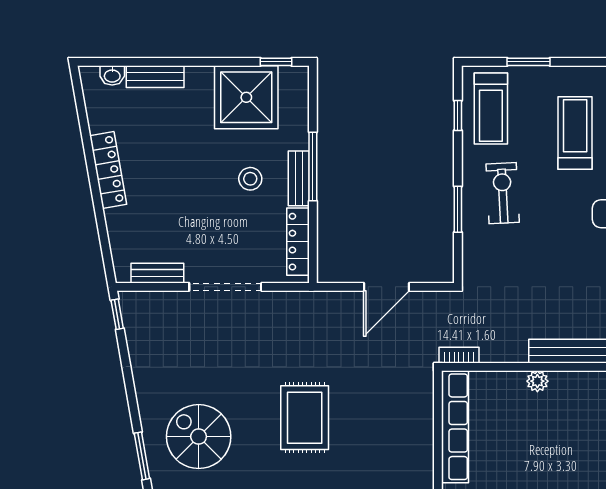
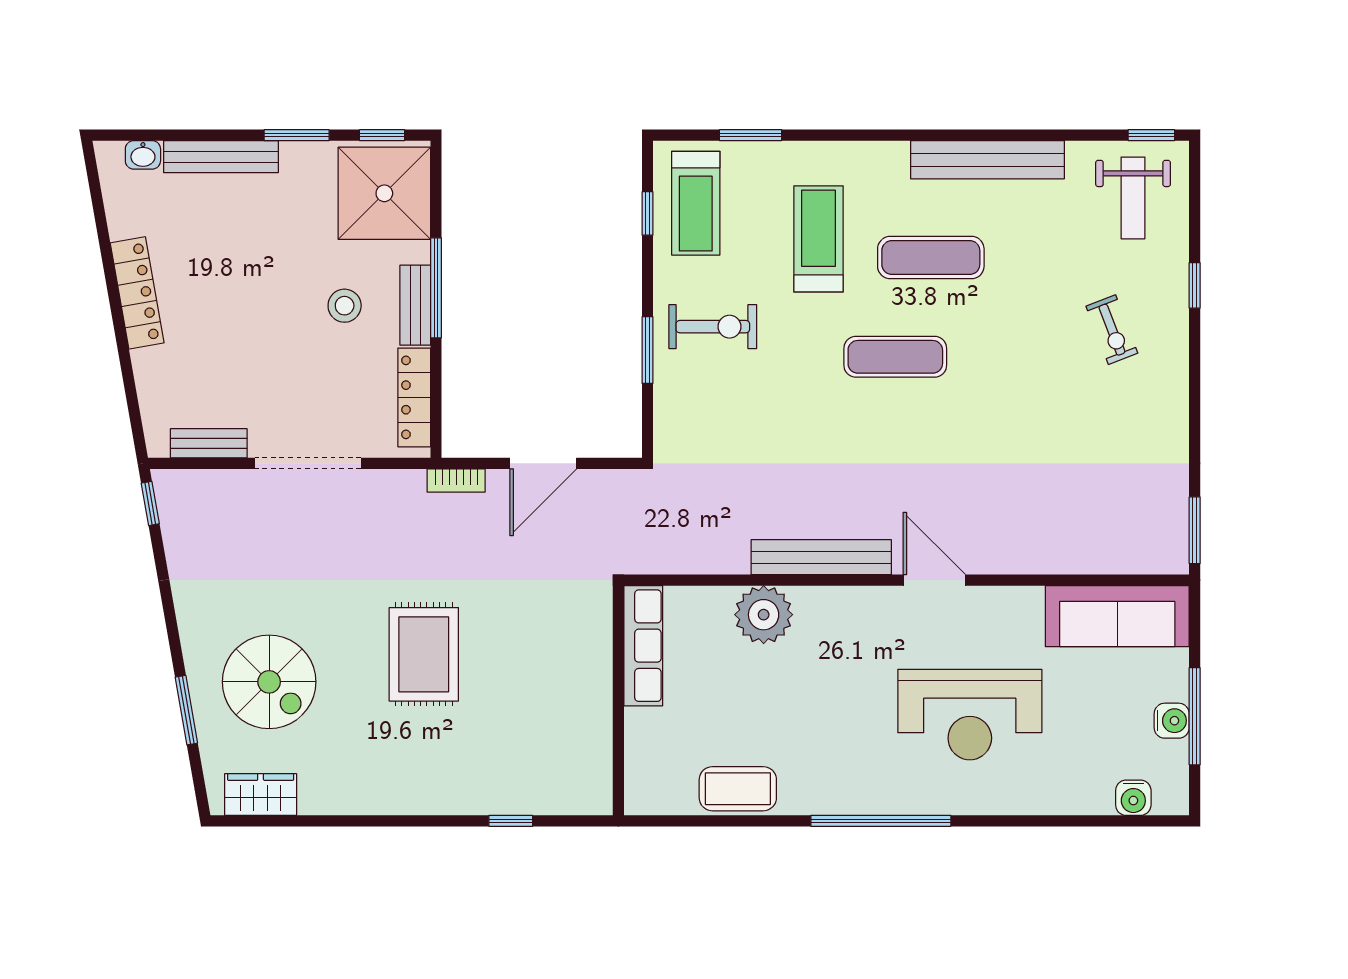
window: (217, 62) -> (297, 135), added
bench: (155, 77) -> (221, 157), width x1.36
shower: (246, 97) -> (384, 193), moved
exercise bike: (503, 193) -> (713, 327), turned 93
bookcase: (459, 355) -> (456, 480), moved, turned 180
plant: (537, 381) -> (764, 615), width x1.88, depth x1.88
row of seats: (455, 427) -> (643, 646), width x0.73
spiral stairs: (199, 437) -> (269, 682), turned 180

